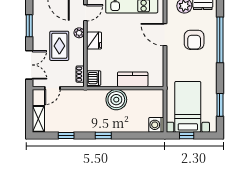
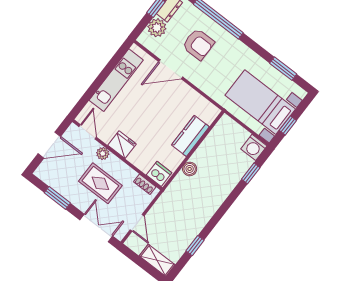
boiler: (116, 100) -> (190, 169), width x0.54, depth x0.54
window: (103, 135) -> (251, 173), moved

